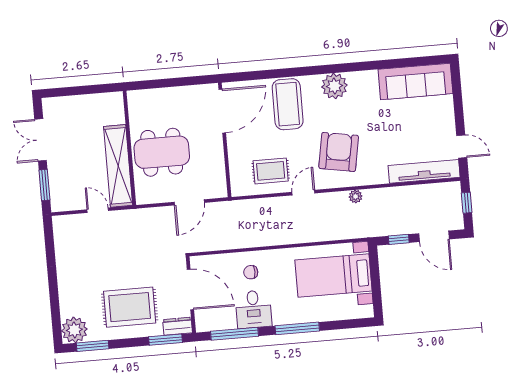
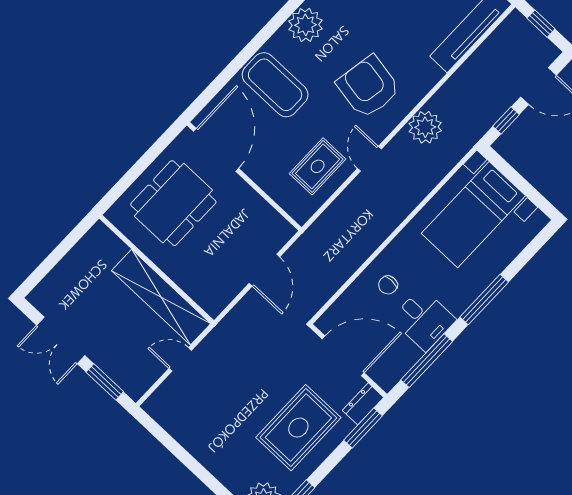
dining table: (162, 152) -> (173, 203), moved
plant: (356, 196) -> (425, 127), width x1.87, depth x1.87

